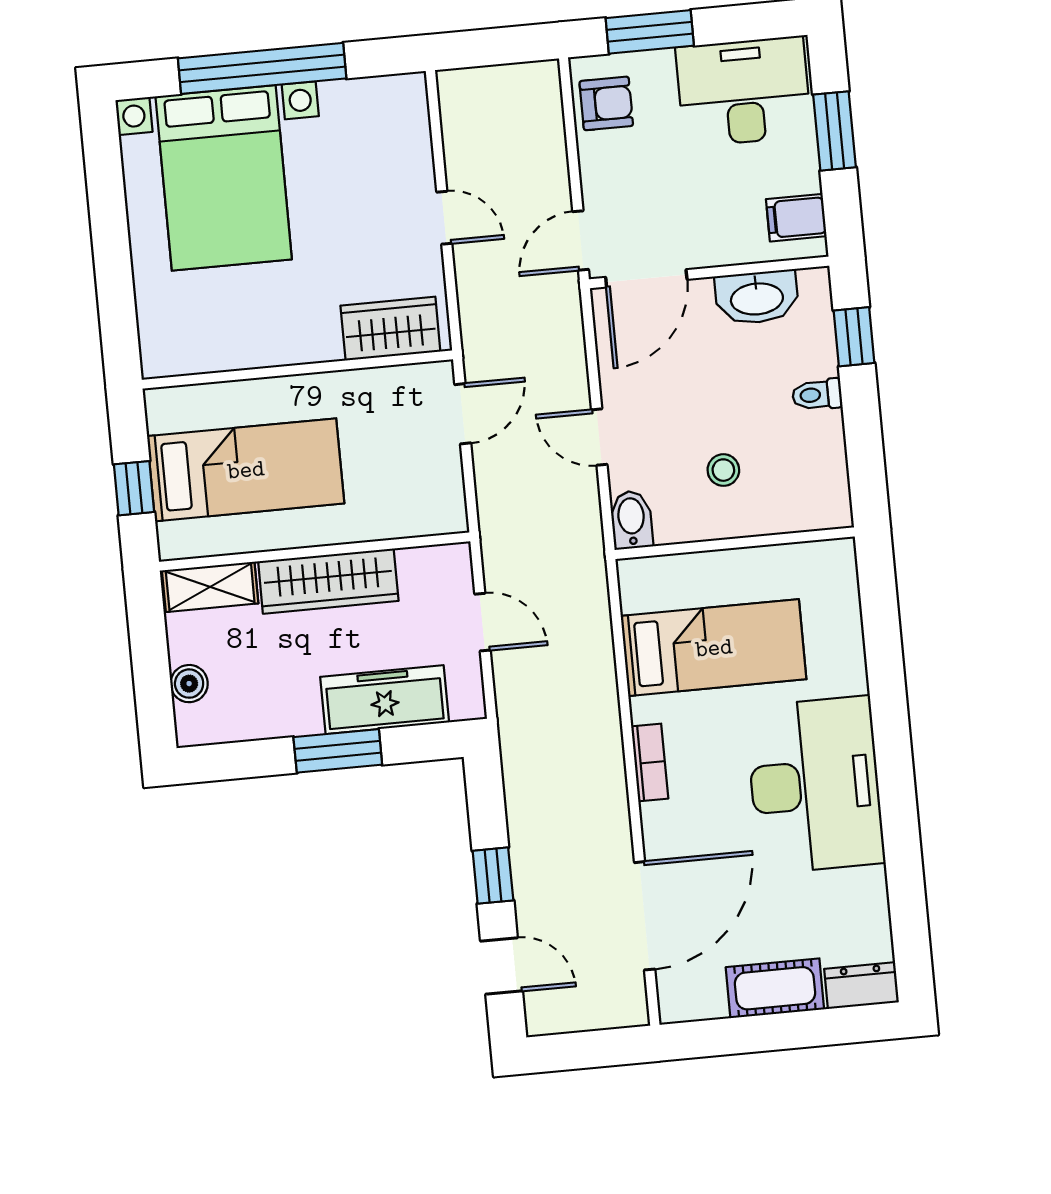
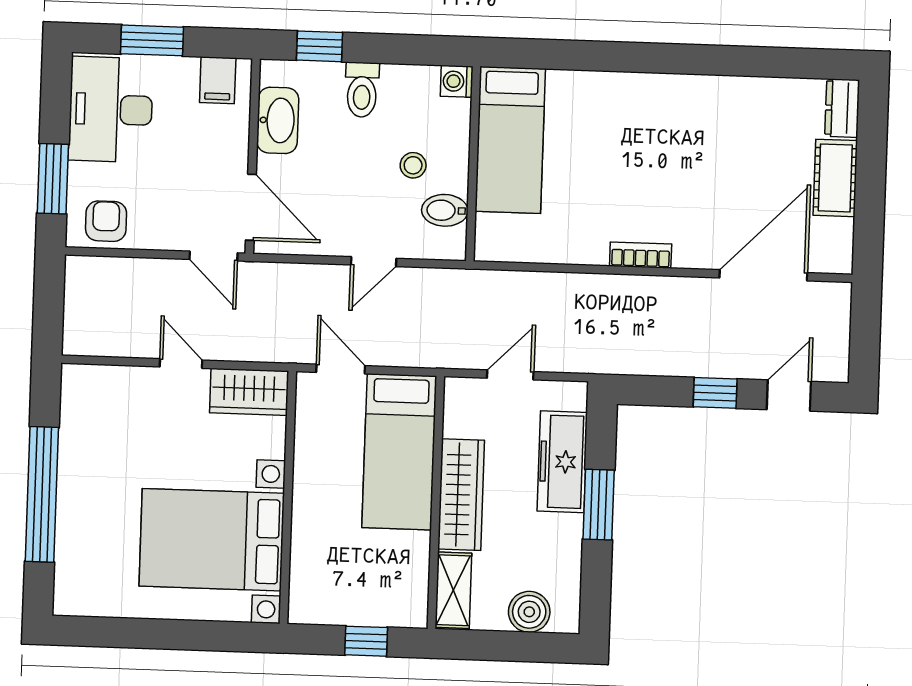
bed with nightstands: (224, 178) -> (212, 540), moved, turned 180
door: (444, 218) -> (181, 363), hinge flipped
wardrobe: (390, 329) -> (249, 392), moved, turned -90
toilet: (817, 395) -> (362, 90), width x1.37, depth x1.39
bed: (246, 470) -> (399, 452), moved, turned 180
washing machine: (833, 510) -> (457, 81), added
bidet: (631, 520) -> (445, 210), moved
bed: (714, 648) -> (510, 140), moved, turned 180
boiler: (189, 684) -> (529, 612), width x1.36, depth x1.36
desk: (815, 785) -> (676, 124), removed
door: (645, 916) -> (763, 275), hinge flipped

